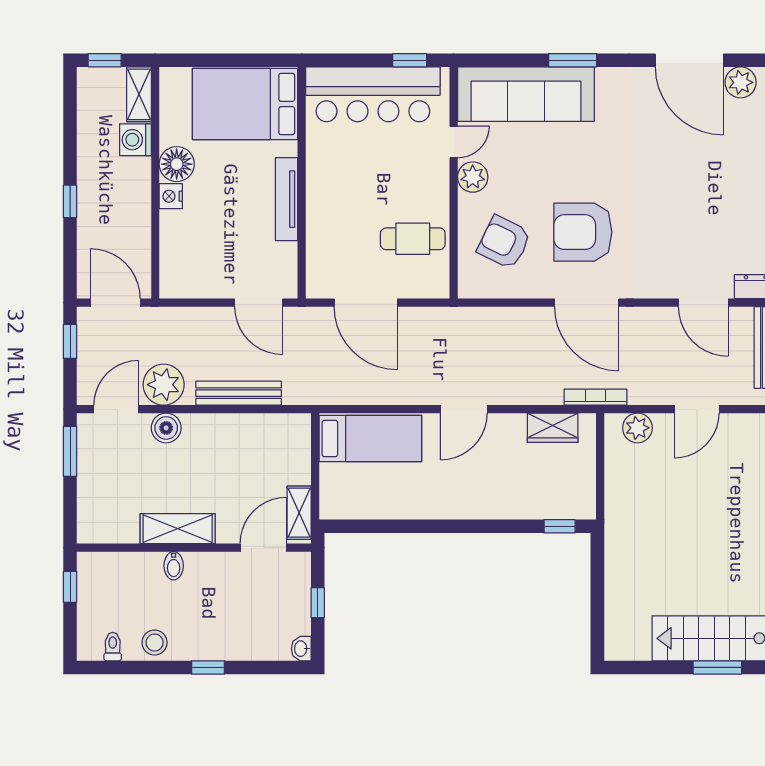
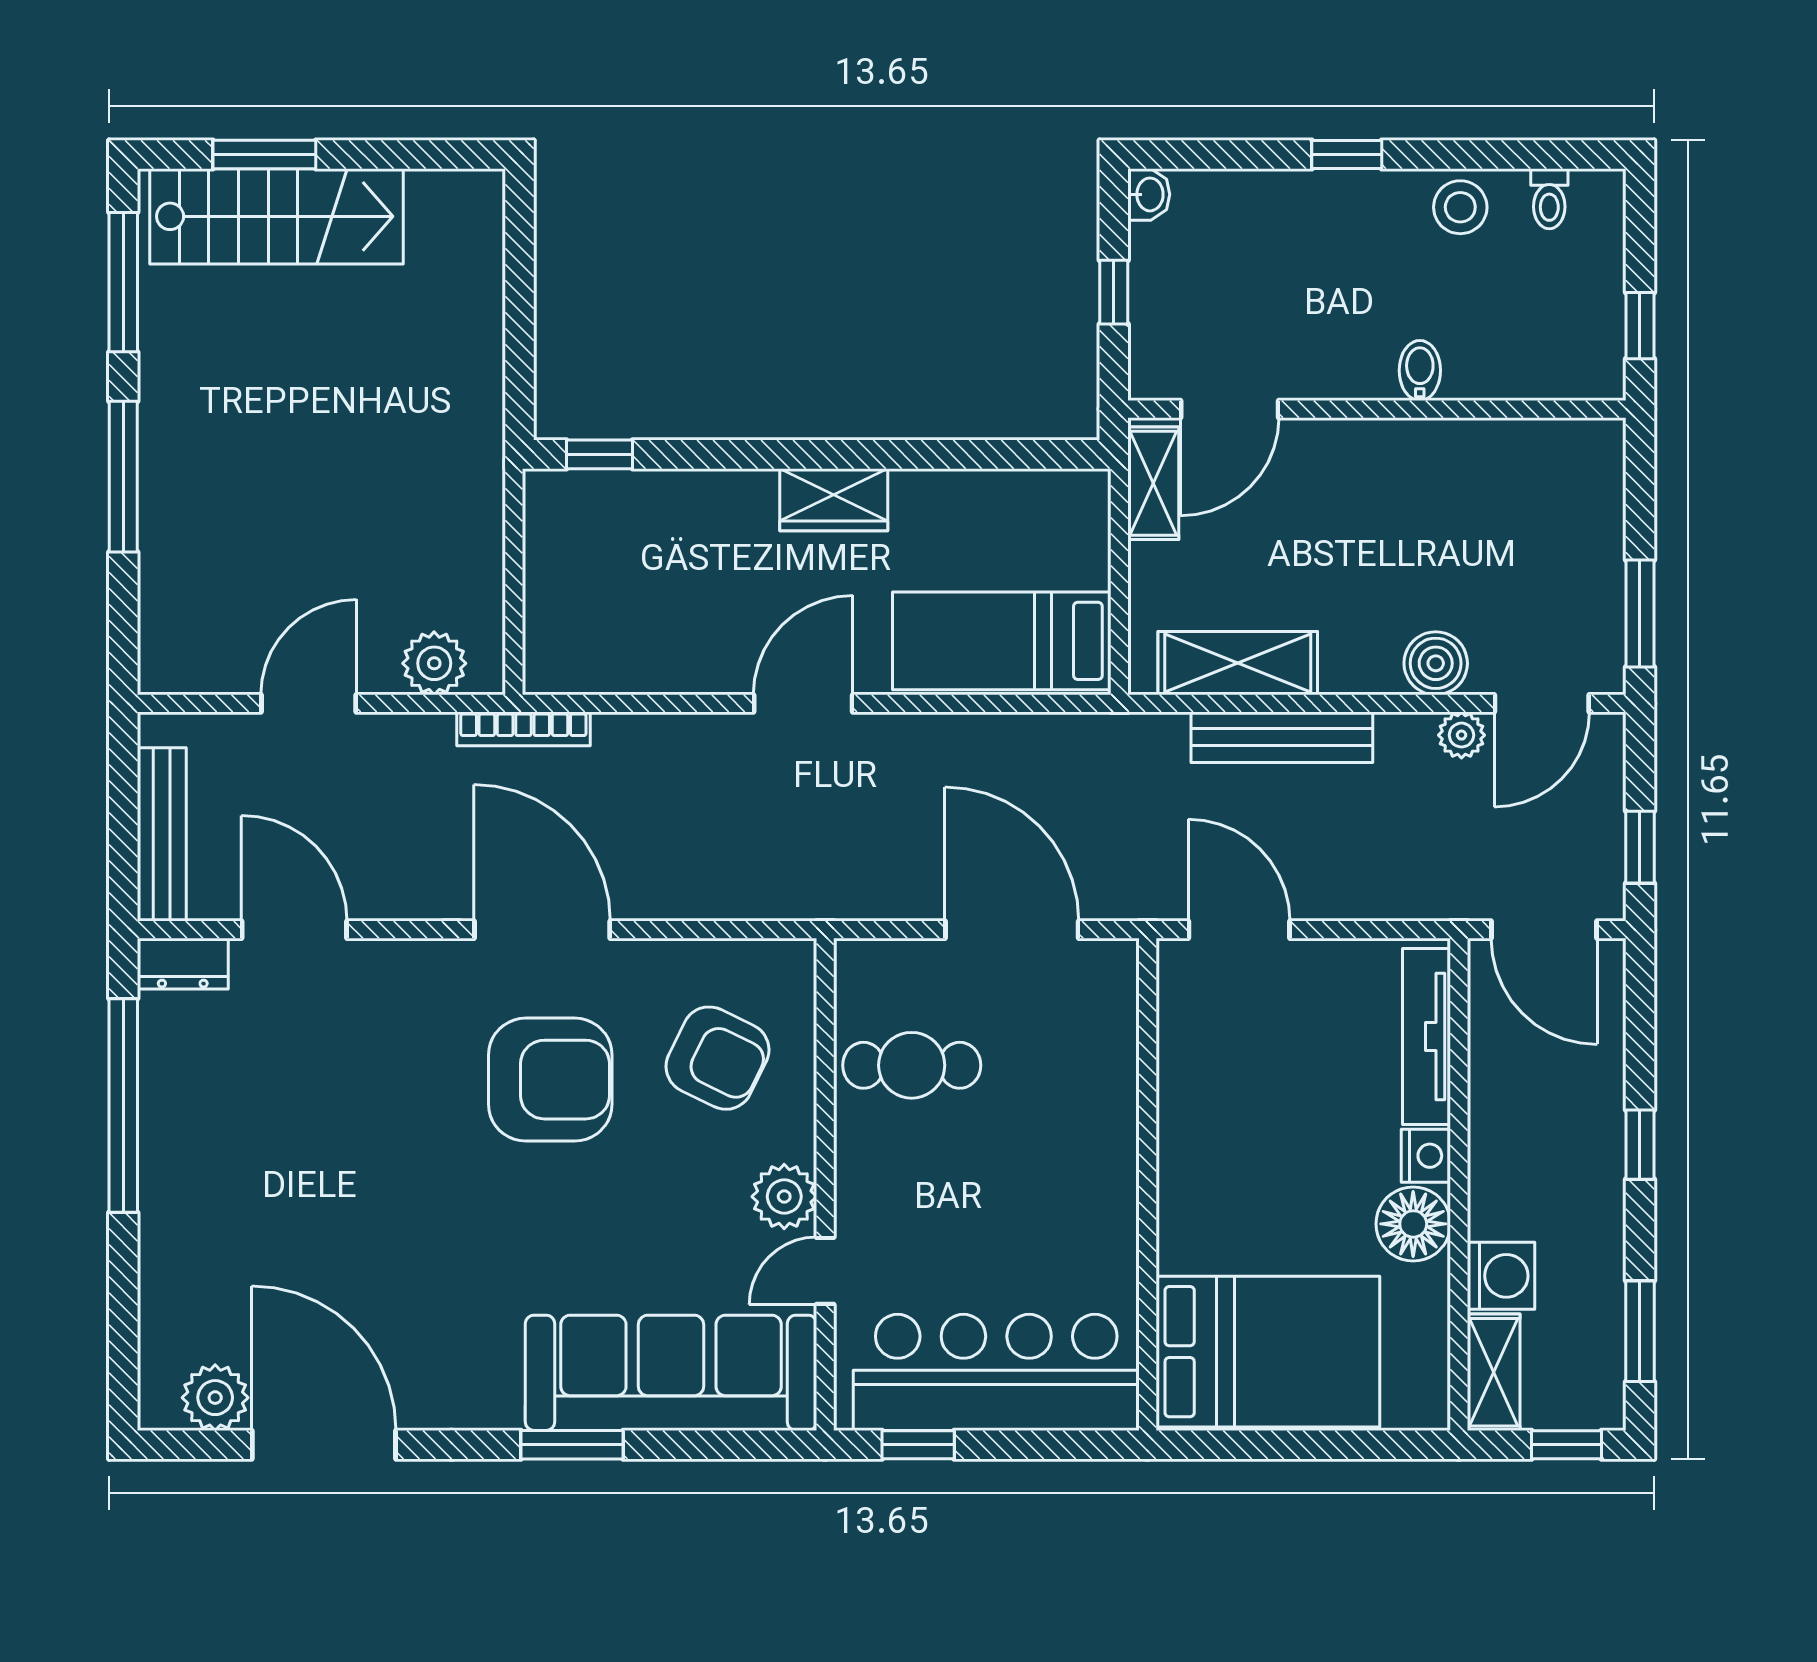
window: (70, 114) -> (1640, 1331), added
tv unit: (287, 199) -> (1427, 1037), moved, turned 180
plant: (164, 385) -> (1461, 735), width x0.53, depth x0.53
wardrobe: (553, 428) -> (834, 500), moved, turned 180
shelving: (178, 529) -> (1238, 663), moved

